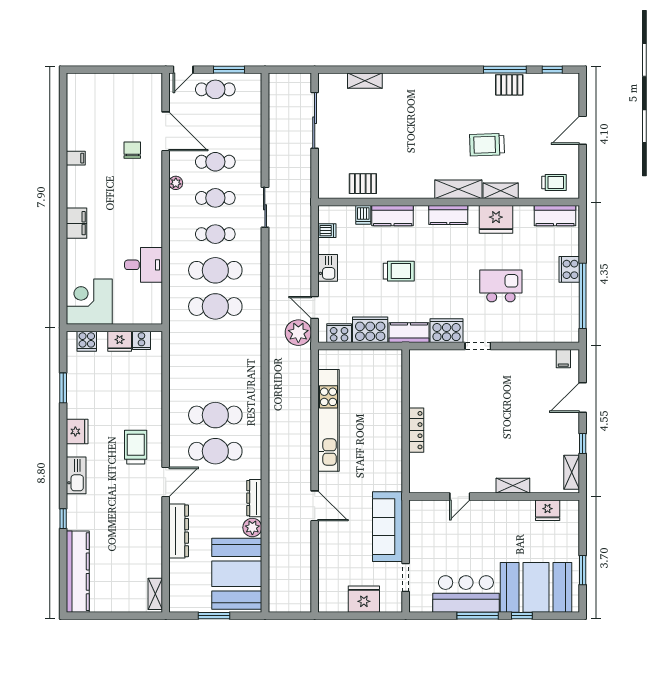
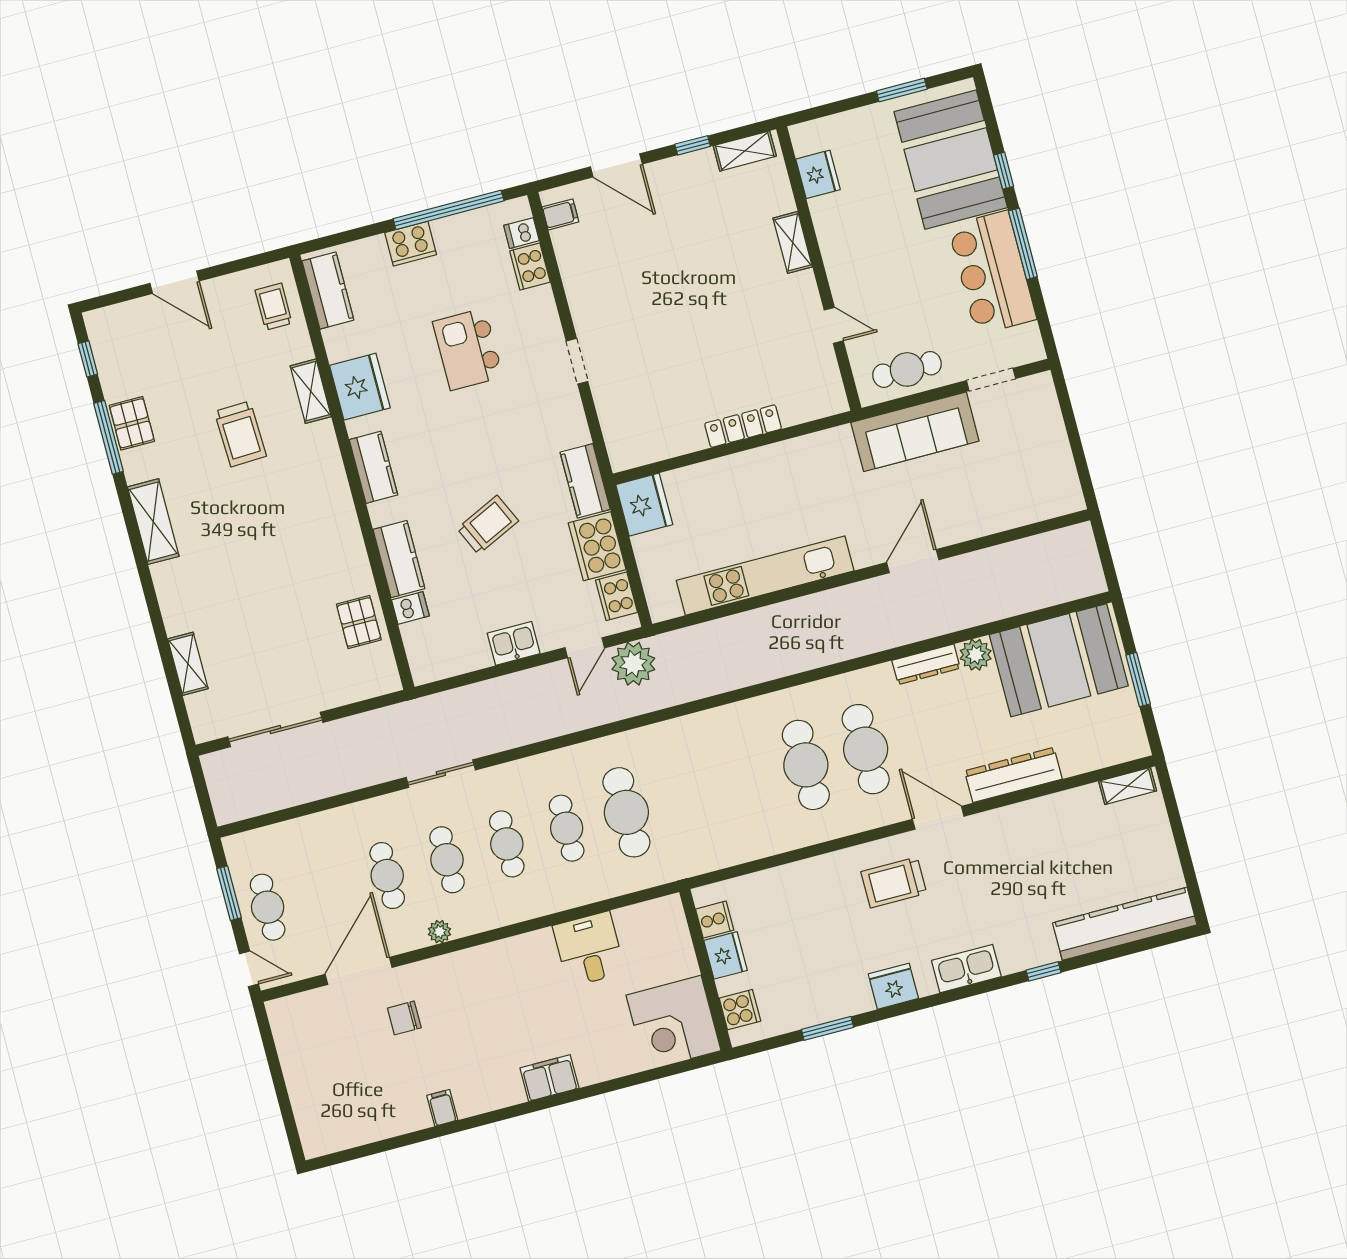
shelving: (458, 189) -> (153, 522), moved
dishwasher: (327, 231) -> (521, 233), moved, turned -90
cafe table: (215, 270) -> (567, 828), width x0.73, depth x0.74
trolley: (399, 271) -> (488, 525), turned 65
cooker: (447, 331) -> (530, 267), moved, width x0.73, depth x0.76
cafe table: (424, 531) -> (907, 369), added
fridge: (364, 599) -> (644, 505), moved, turned 180

